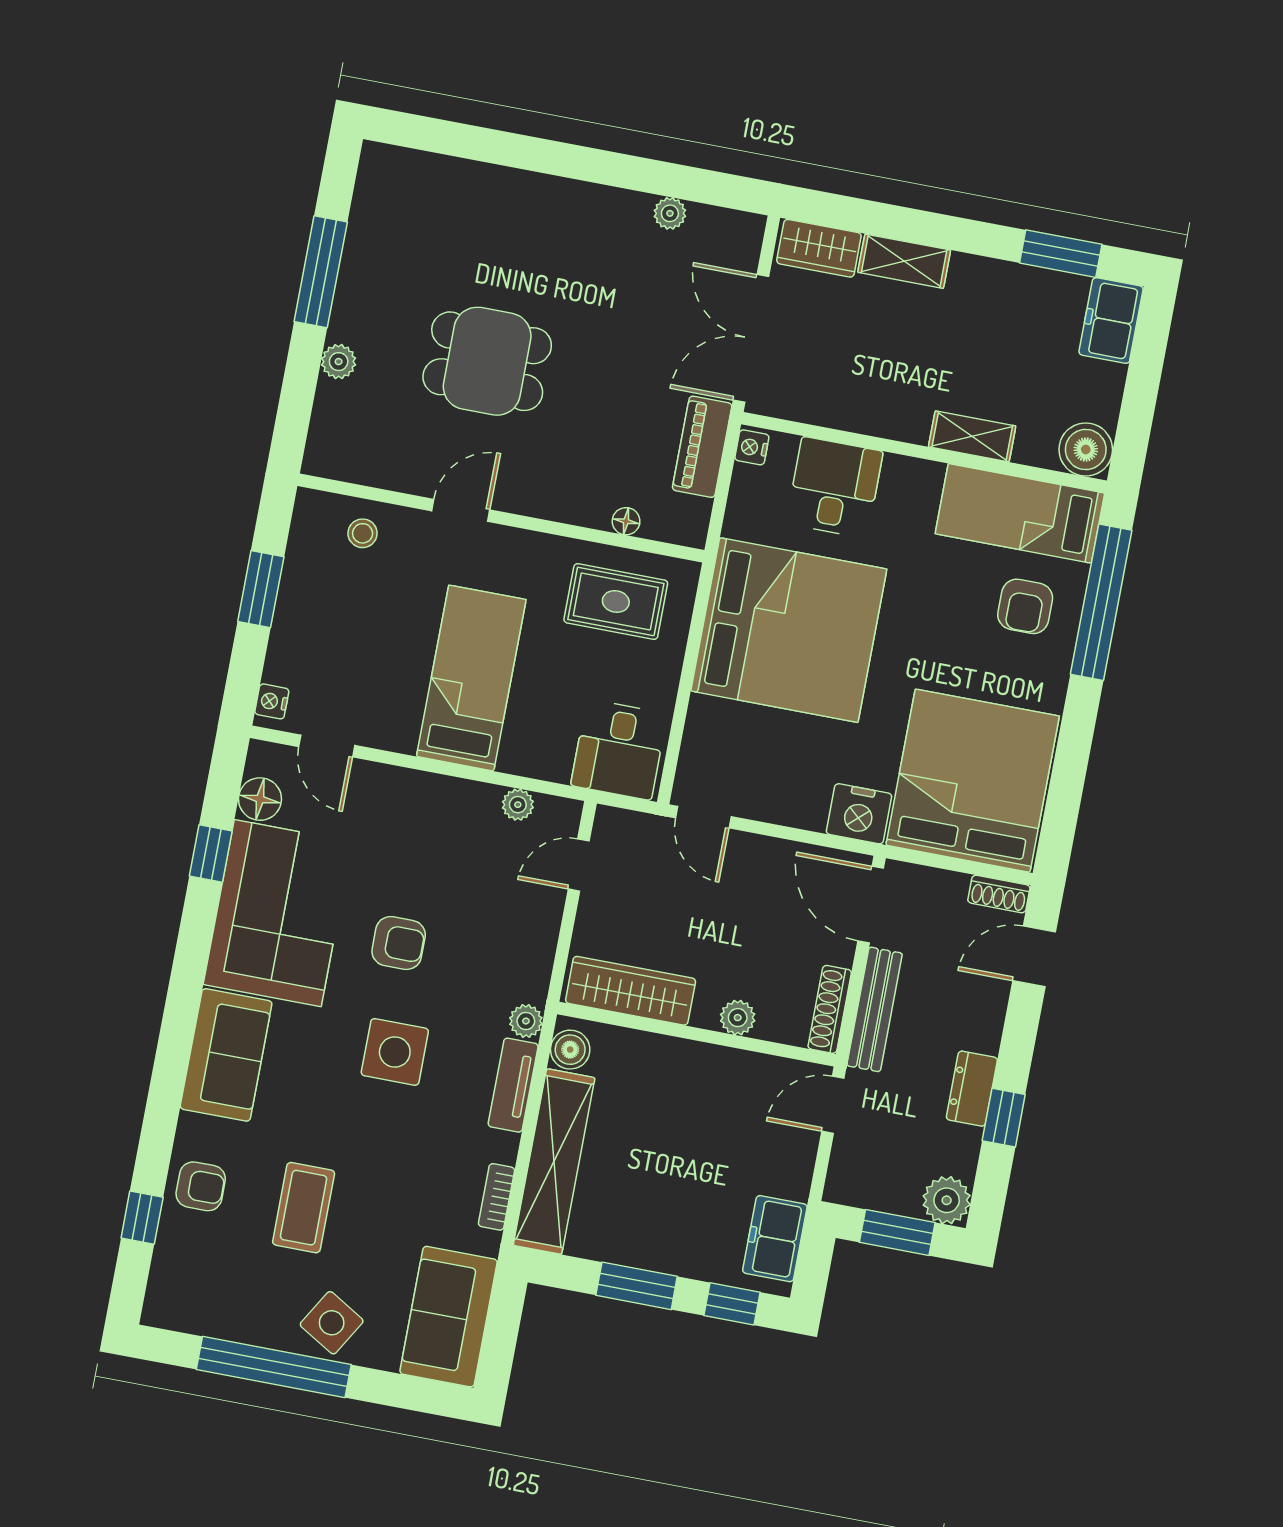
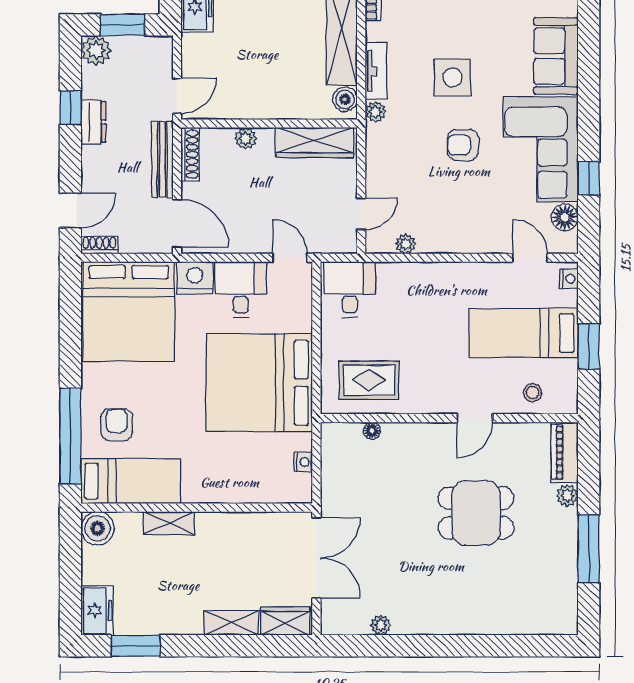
piano: (702, 447) -> (565, 452), moved, turned 180
nightstand: (752, 447) -> (303, 462), moved
desk: (834, 487) -> (241, 290), moved, turned 180
bed: (471, 678) -> (523, 333), moved, turned 90

